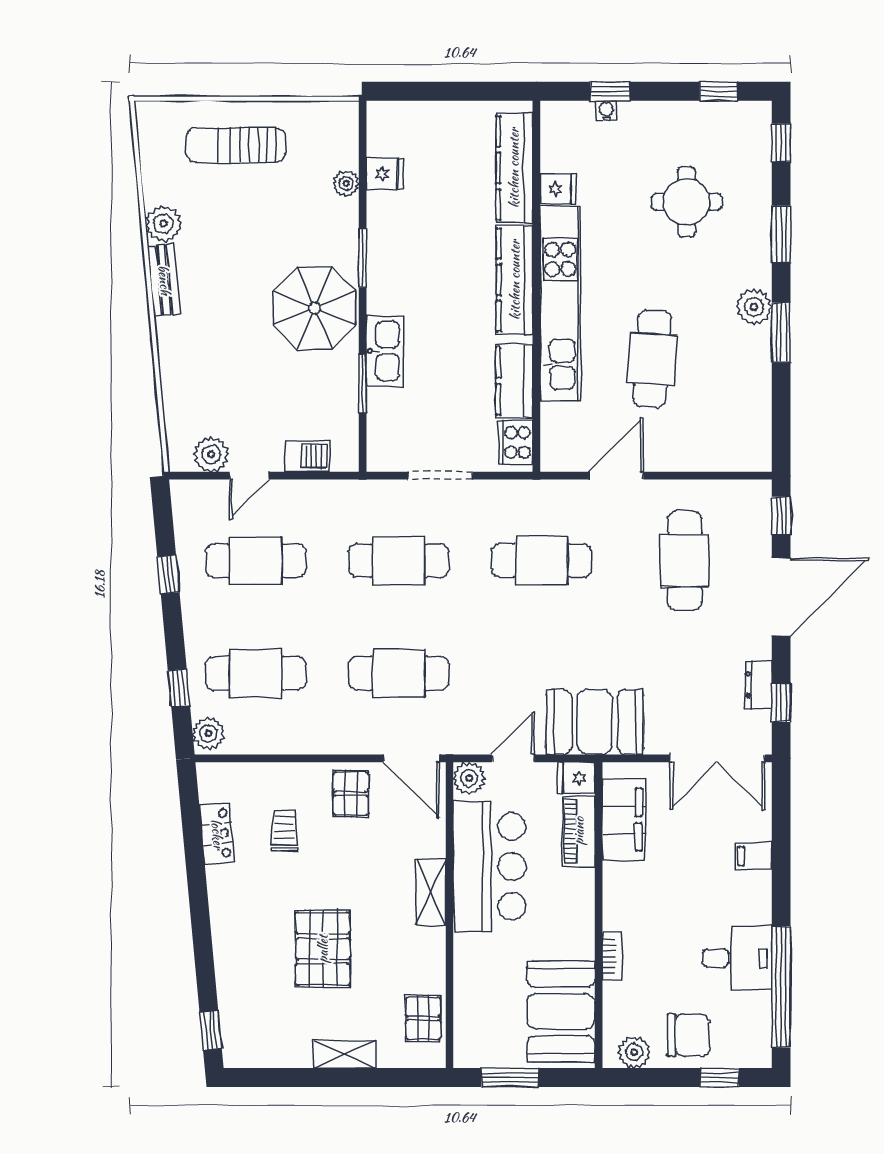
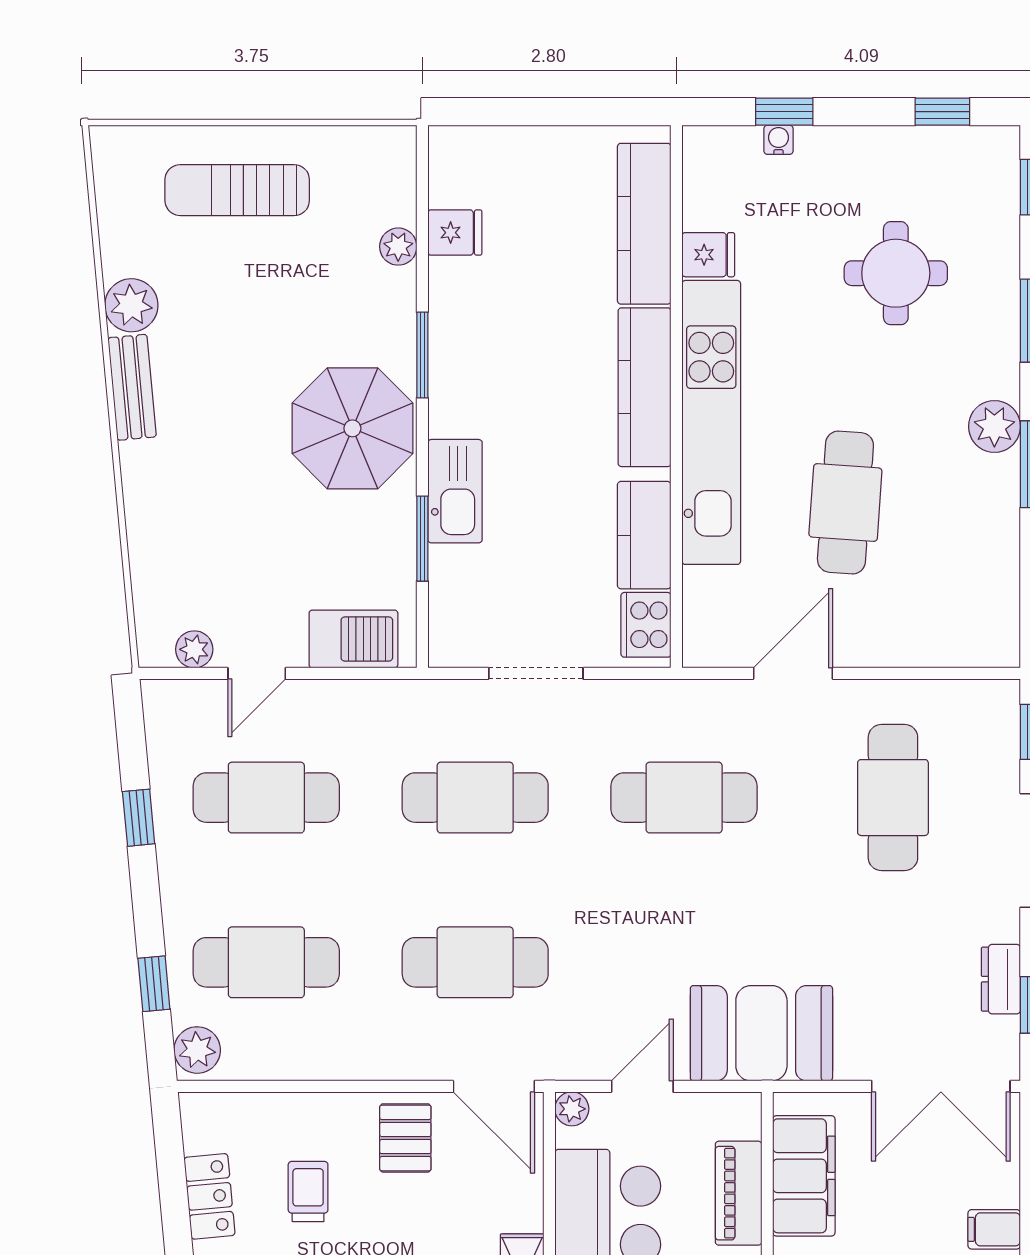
plant: (211, 454) -> (194, 649), width x0.73, depth x0.73
barbecue: (307, 456) -> (353, 639), width x1.38, depth x1.27
plant: (469, 778) -> (572, 1109), width x0.73, depth x0.73
fridge: (576, 778) -> (735, 1115), removed

